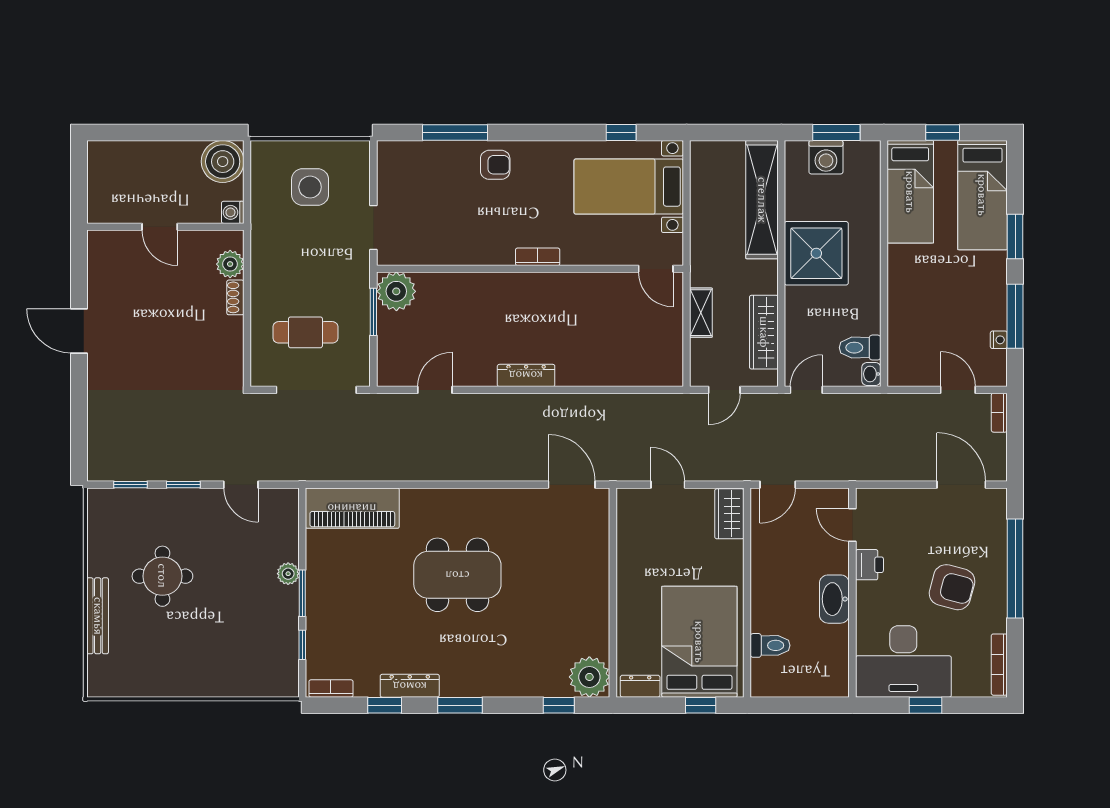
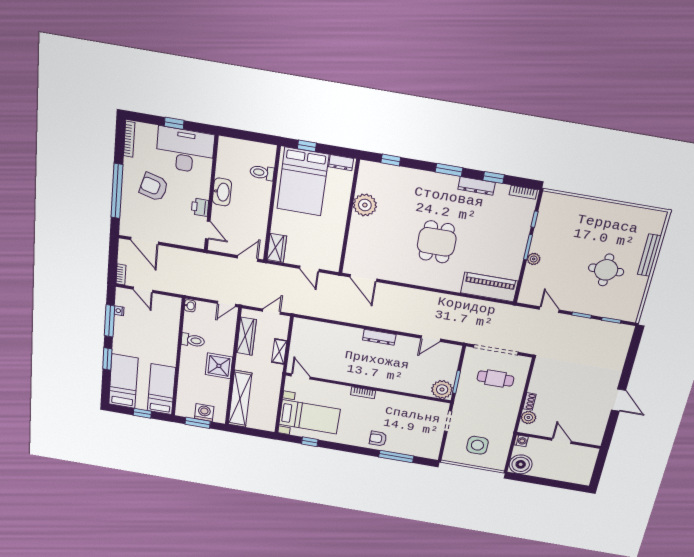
shower: (816, 253) -> (219, 366), width x0.73, depth x0.73
toilet: (860, 348) -> (193, 340), moved
dining table: (457, 575) -> (437, 242), width x0.73
plant: (589, 677) -> (365, 205), moved

